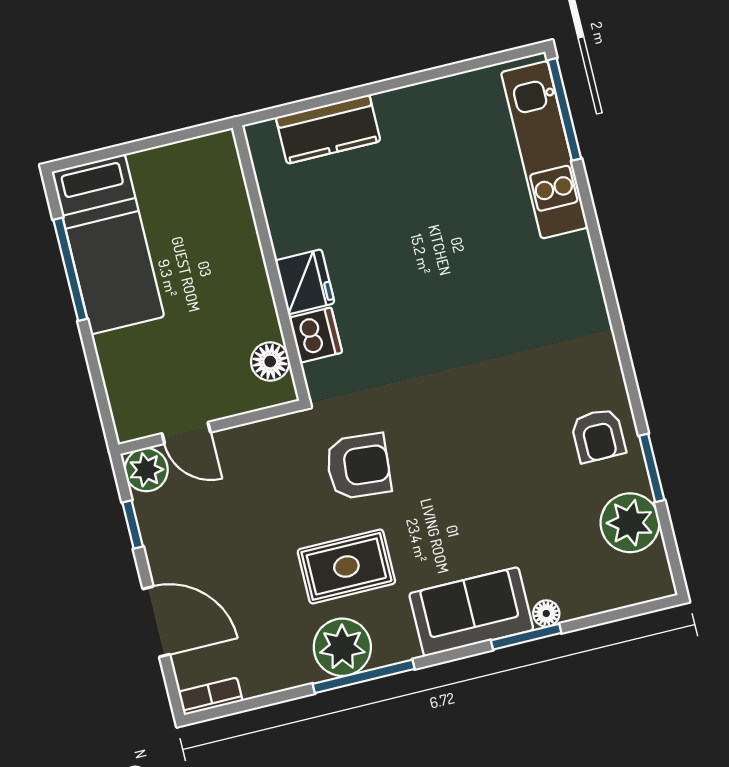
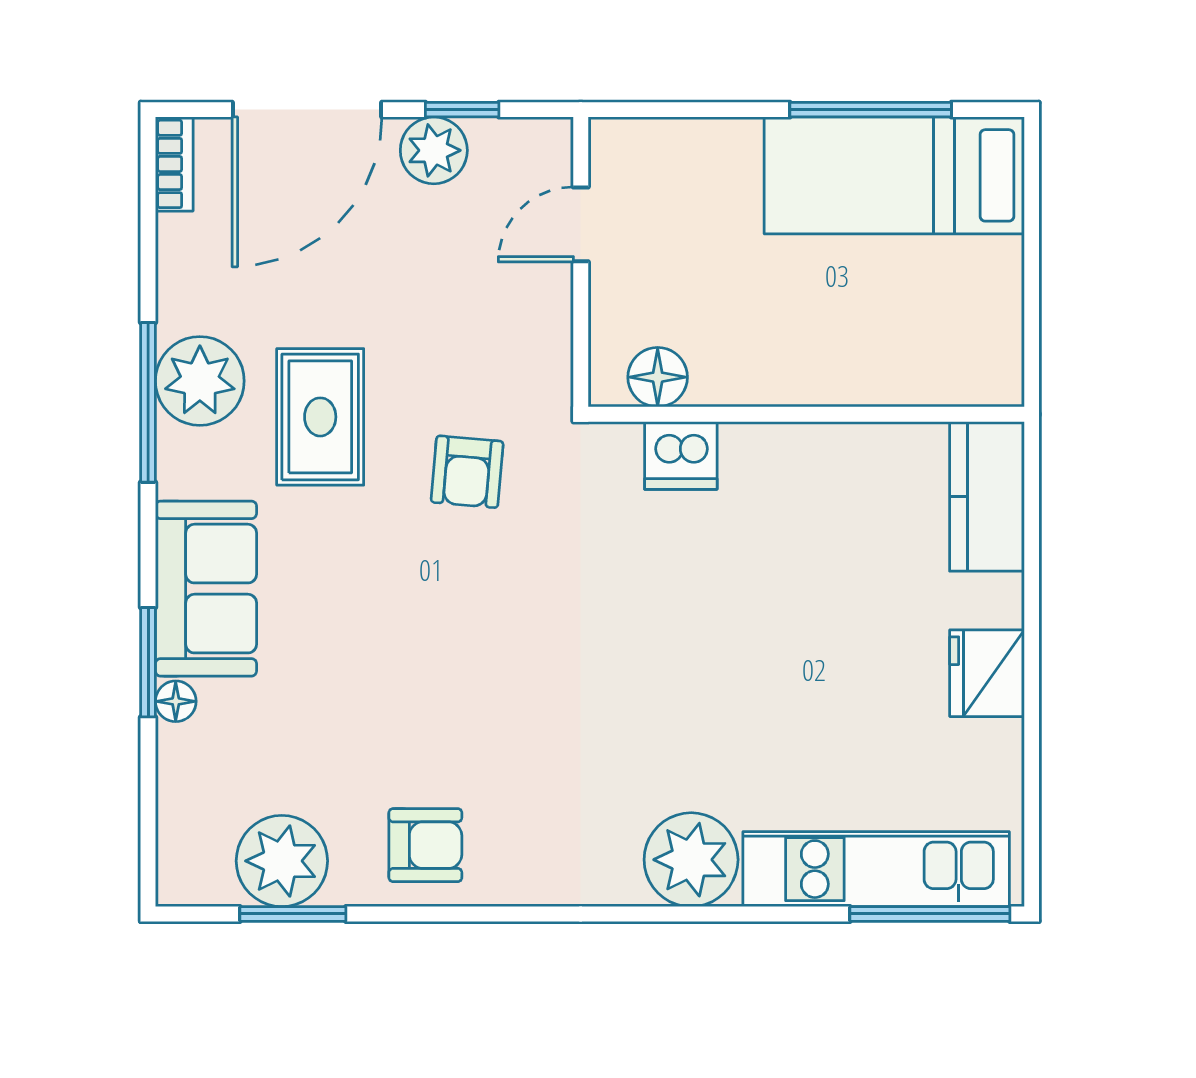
kitchen counter: (328, 129) -> (987, 496), moved
plant: (567, 267) -> (691, 860), added
fridge: (305, 282) -> (987, 673), moved, turned 90
armchair: (598, 435) -> (425, 845), turned 180
armchair: (358, 466) -> (467, 472), width x0.72, depth x0.72
window: (652, 468) -> (293, 914), moved
plant: (146, 470) -> (434, 150), moved
door: (156, 622) -> (307, 110), width x1.36

